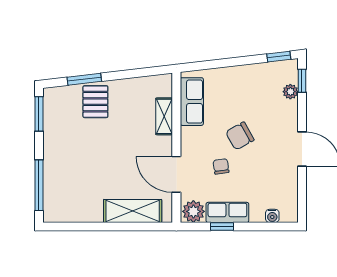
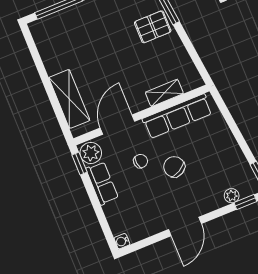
row of seats: (192, 102) -> (177, 116), width x1.48
water cooler: (272, 216) -> (122, 241), moved
window: (222, 227) -> (80, 164), moved

